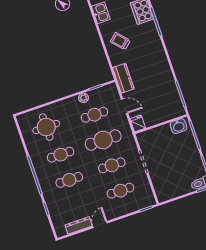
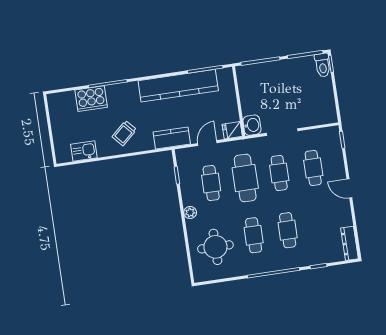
kitchen counter: (164, 76) -> (178, 86), added
plant: (83, 98) -> (190, 213), moved
washbasin: (178, 126) -> (252, 125), moved
dresser: (79, 225) -> (349, 243), moved
door: (100, 225) -> (349, 188), moved

